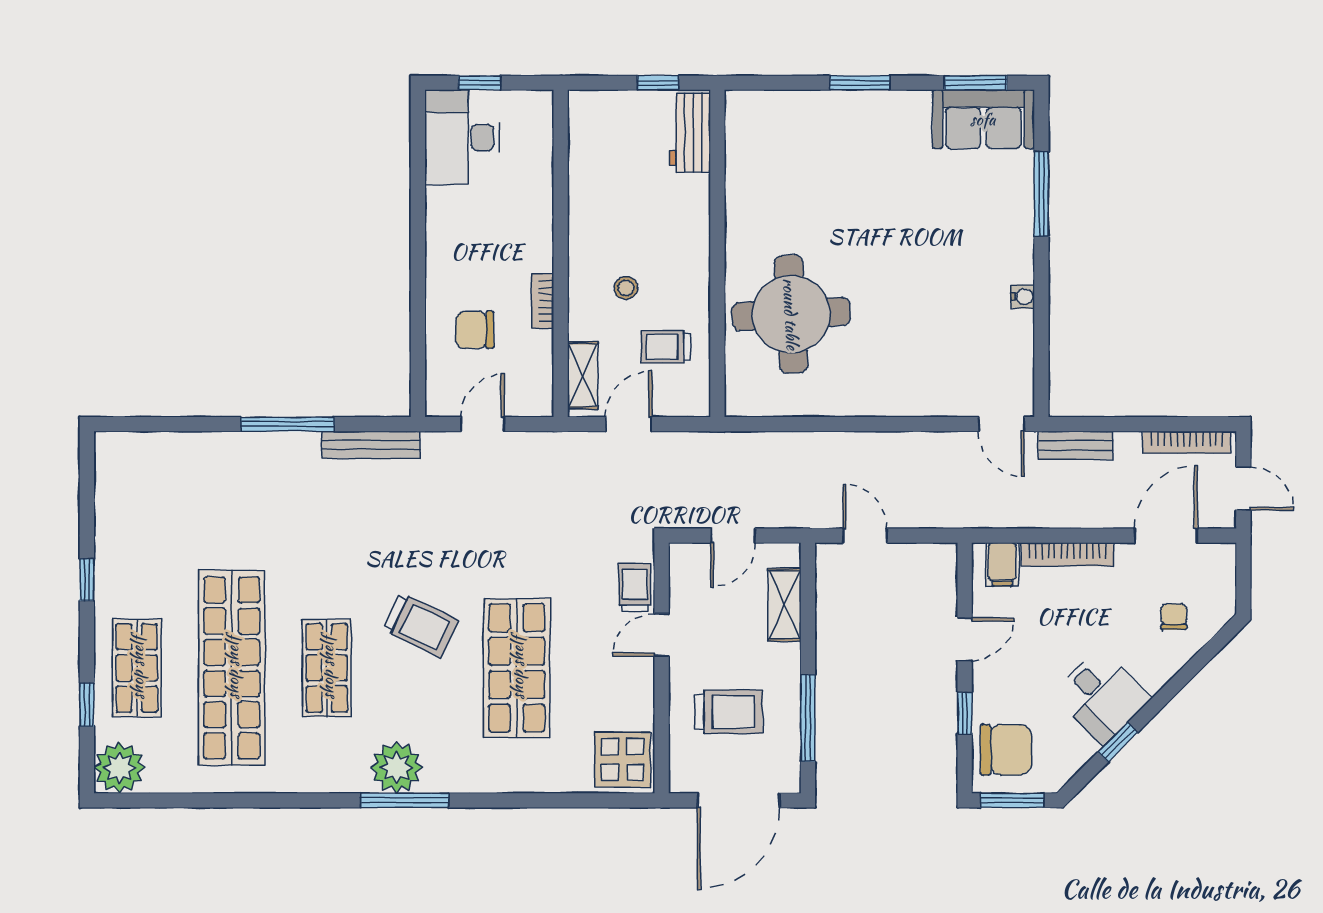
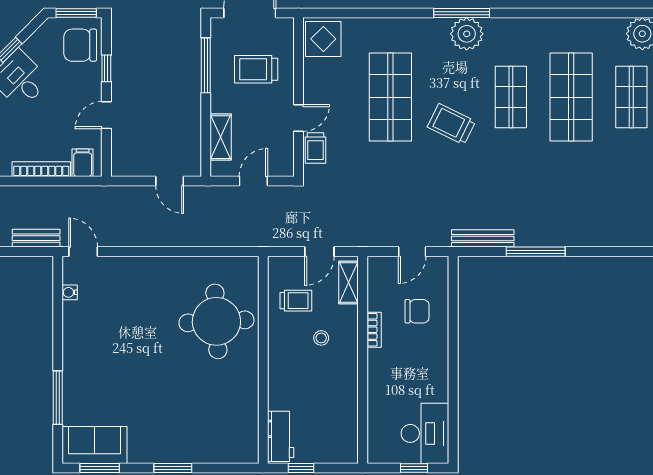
water cooler: (1023, 297) -> (70, 292), moved
shop shelf: (232, 668) -> (571, 97), width x0.71

